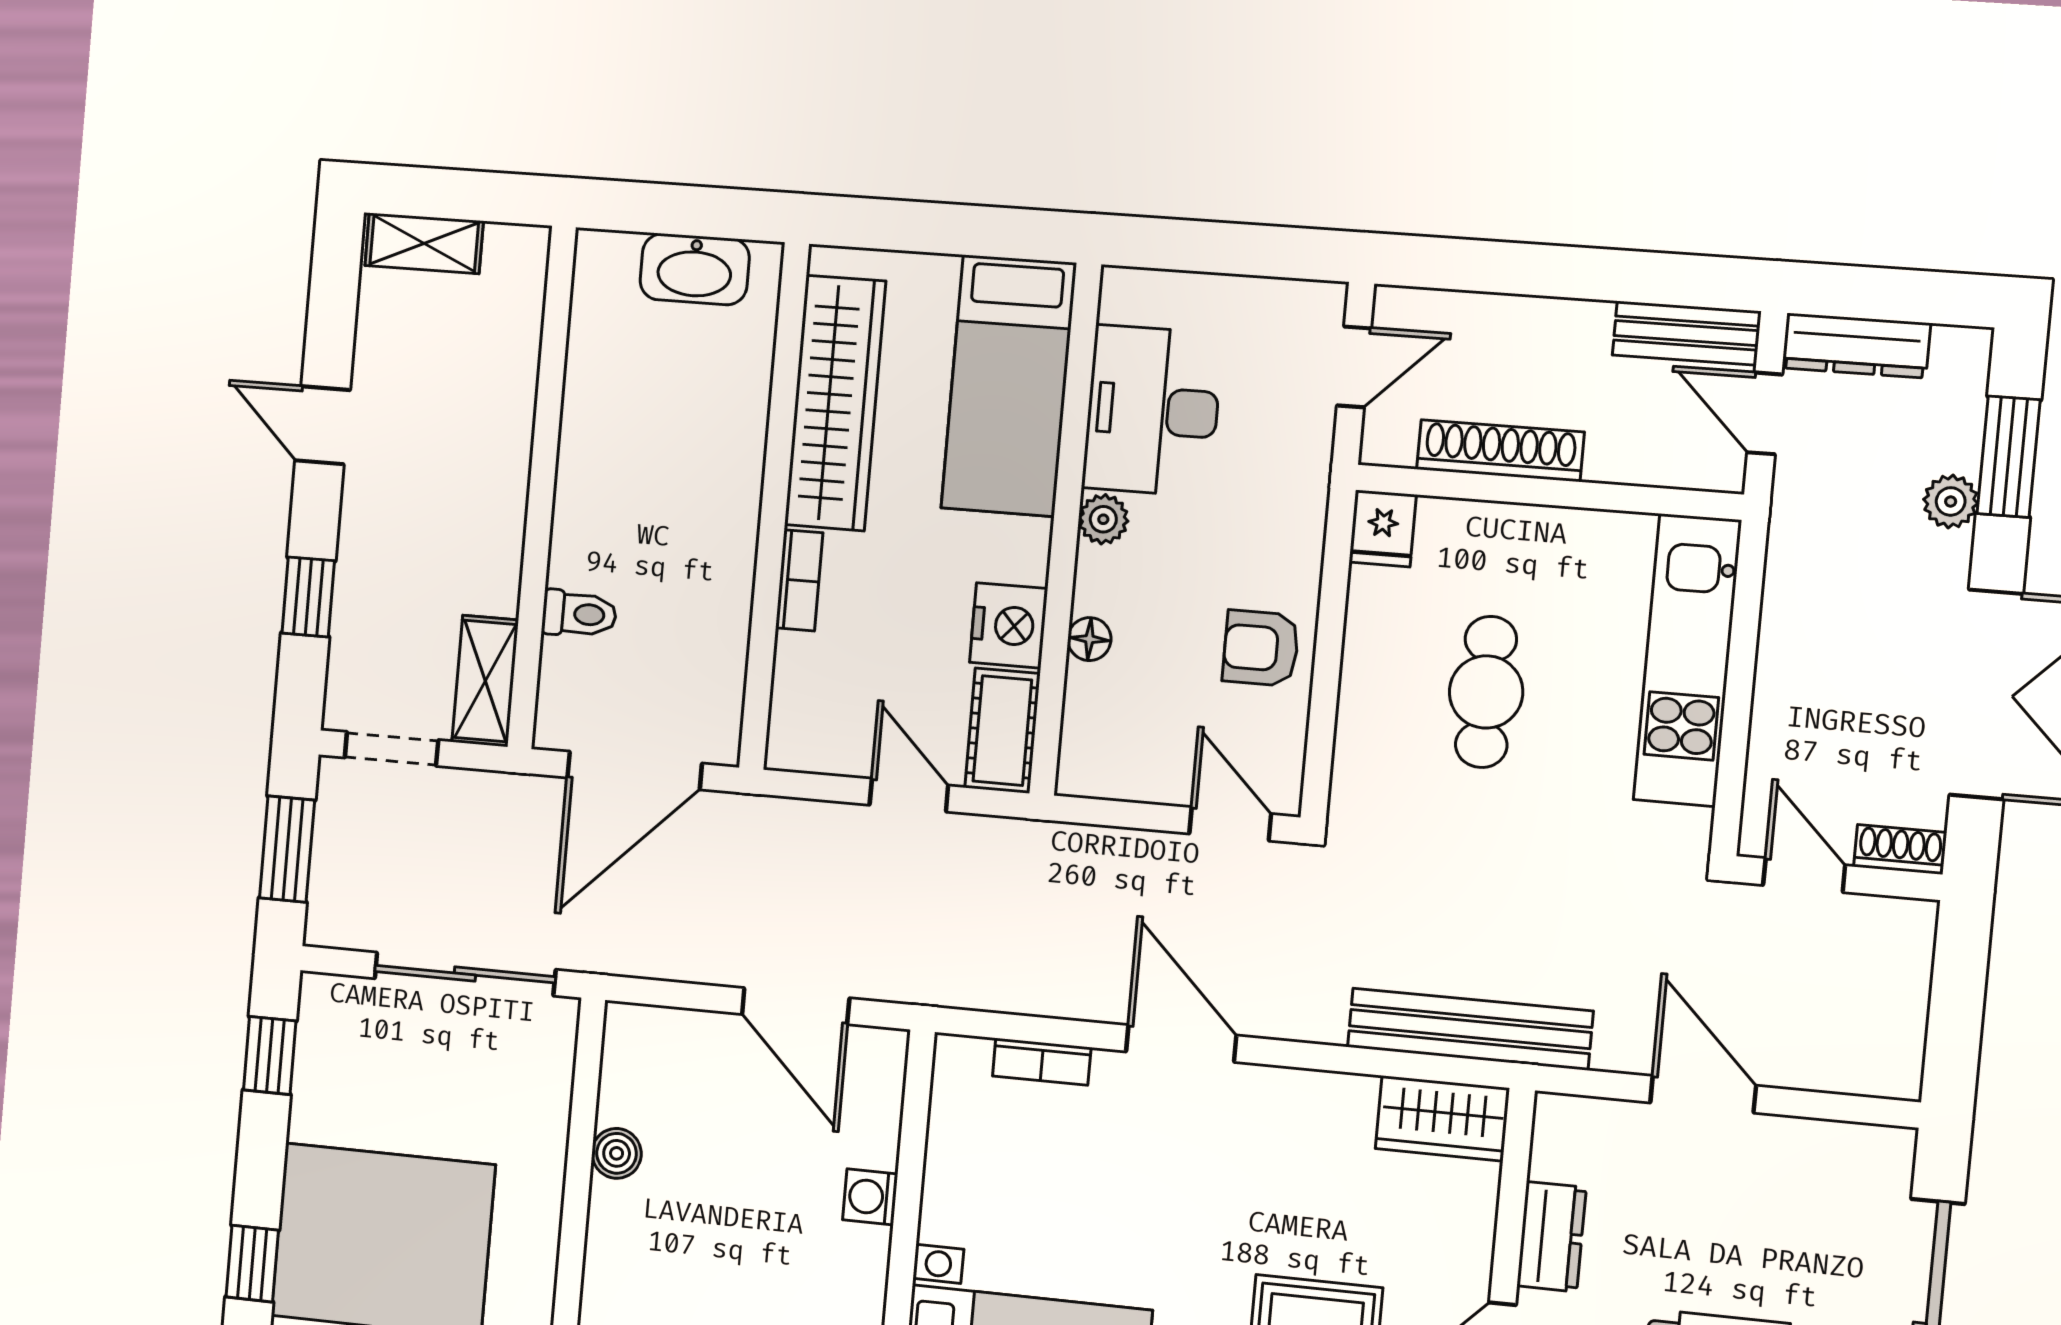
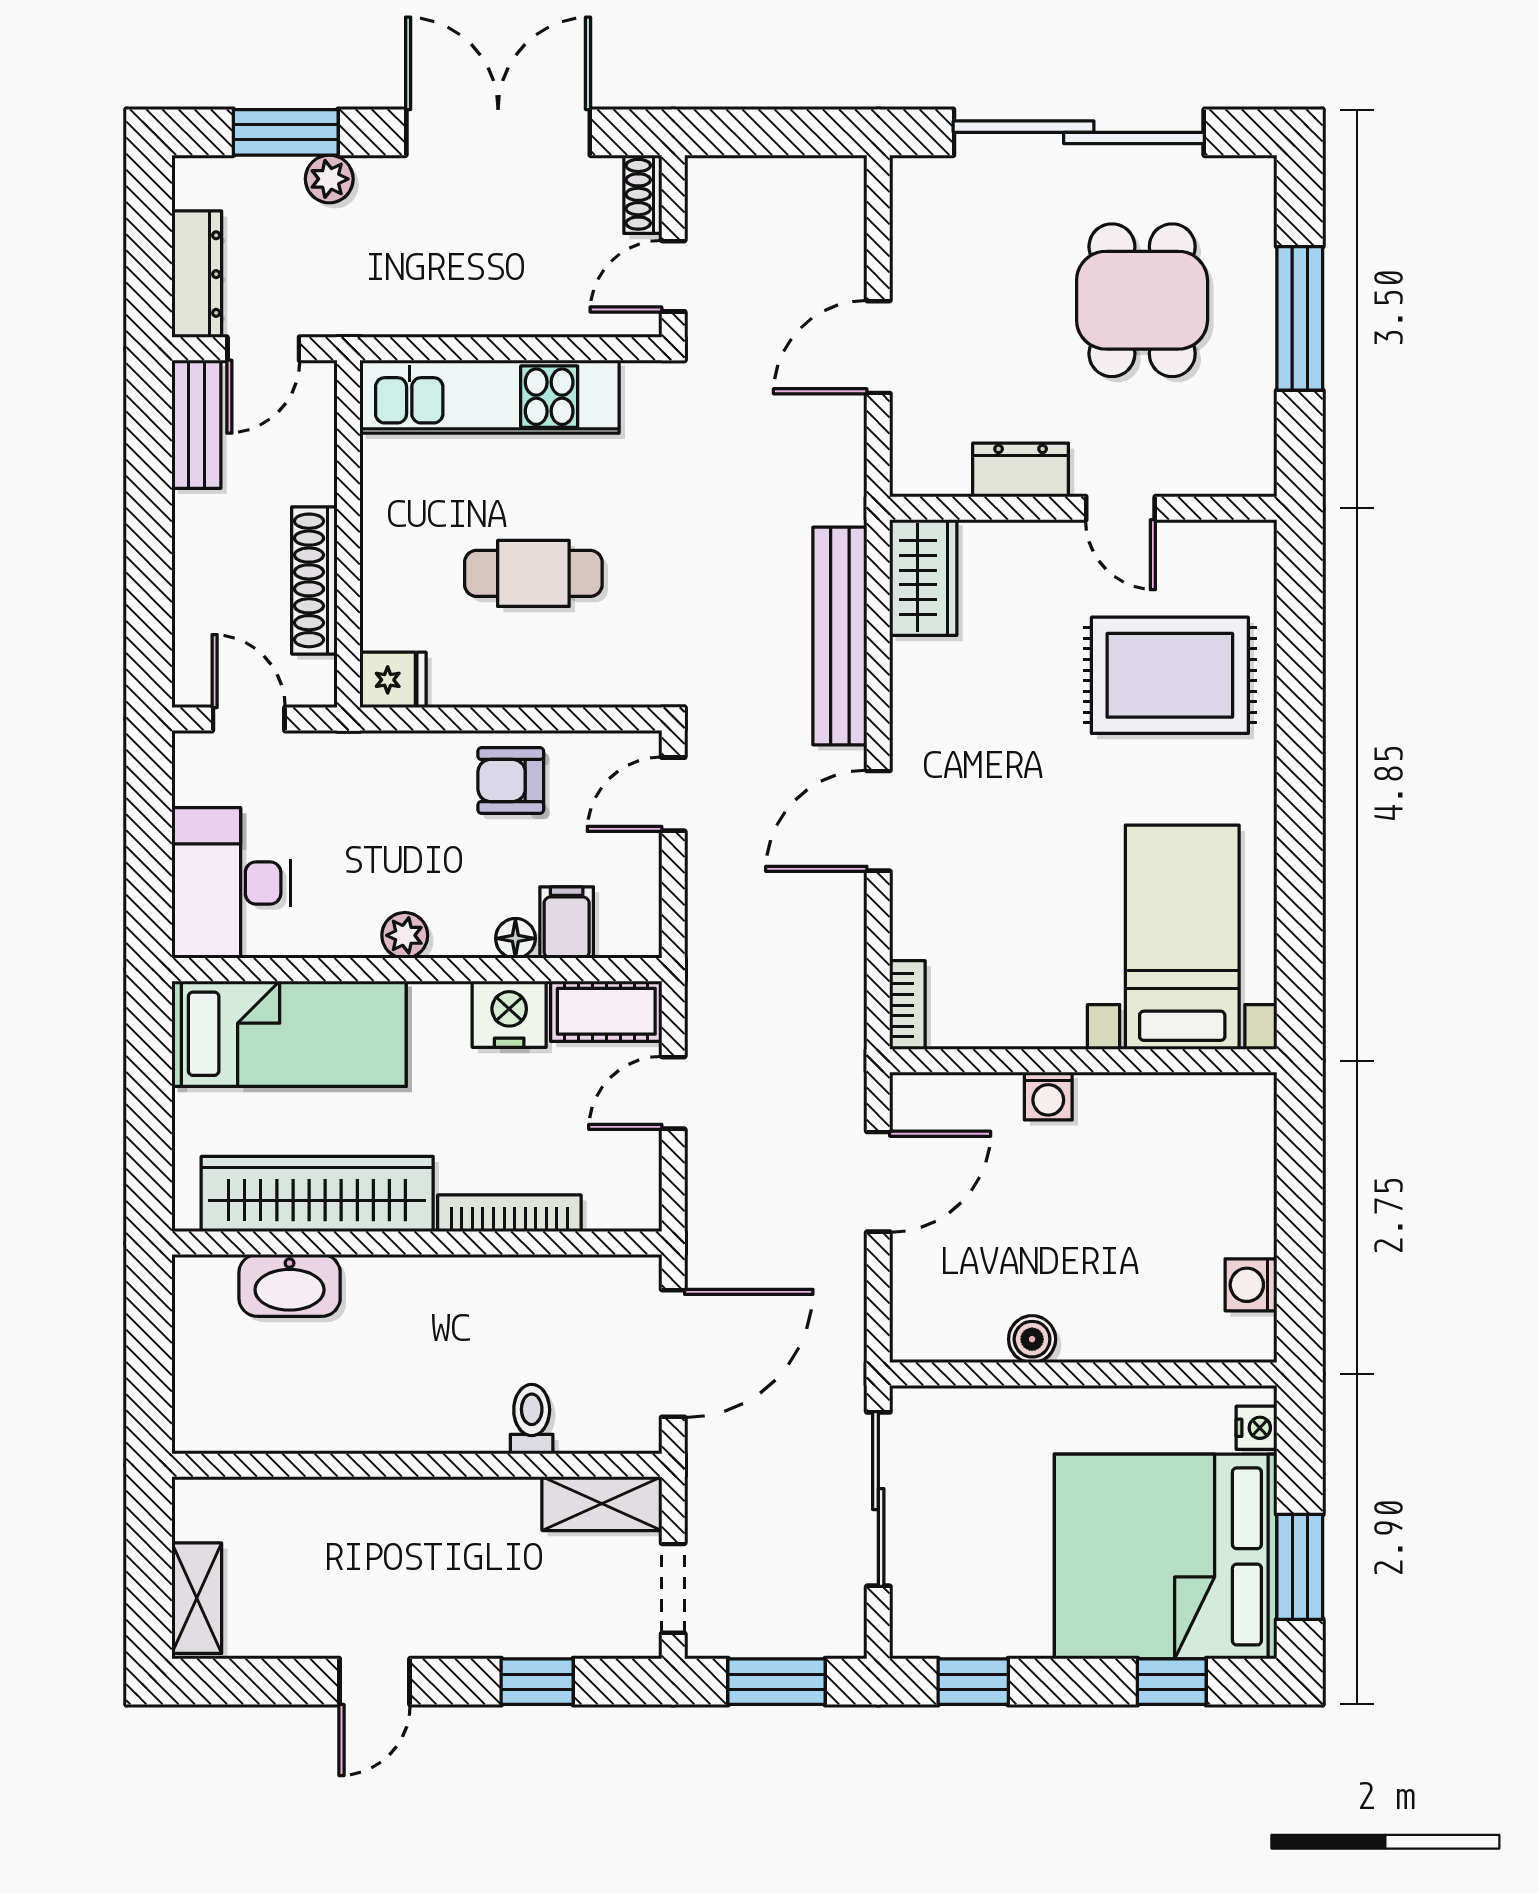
washbasin: (695, 269) -> (290, 1285), moved, turned 90
desk: (1152, 411) -> (231, 883), moved, turned 90
bookcase: (799, 580) -> (509, 1213), width x1.56
armchair: (1261, 648) -> (511, 781), turned 90
filing cabinet: (1102, 696) -> (567, 923), added
door: (635, 771) -> (673, 1353), hinge flipped
bench: (1470, 1029) -> (840, 636), moved
bookcase: (1042, 1062) -> (907, 1005), moved

